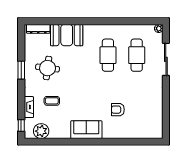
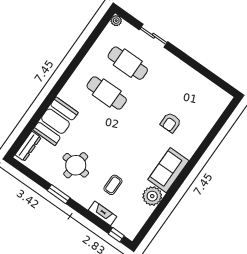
sliding door: (166, 59) -> (154, 36), width x0.73
plant: (41, 131) -> (152, 196), moved

